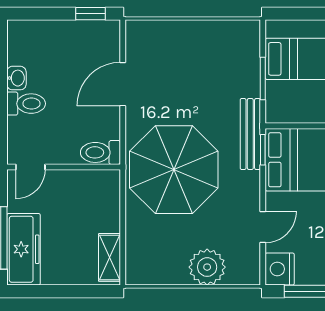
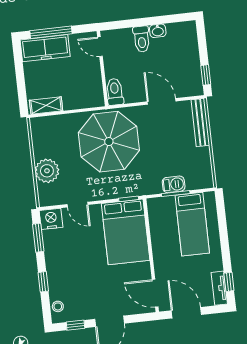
barbecue: (249, 80) -> (174, 184), added
bench: (250, 134) -> (200, 123), moved, turned 90

